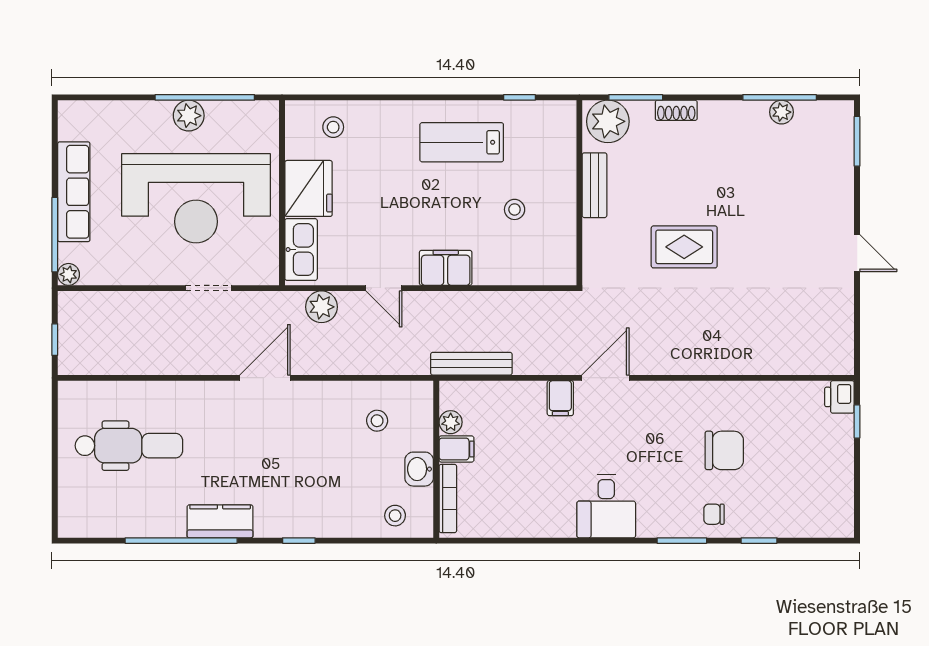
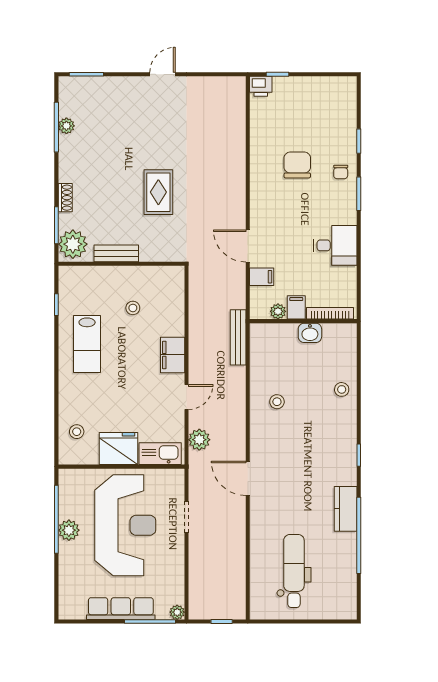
plant: (451, 422) -> (278, 311), moved
filing cabinet: (456, 449) -> (296, 307), moved
wall: (436, 459) -> (303, 321), moved
washbasin: (419, 469) -> (310, 333), moved
bookcase: (448, 498) -> (330, 313), moved

